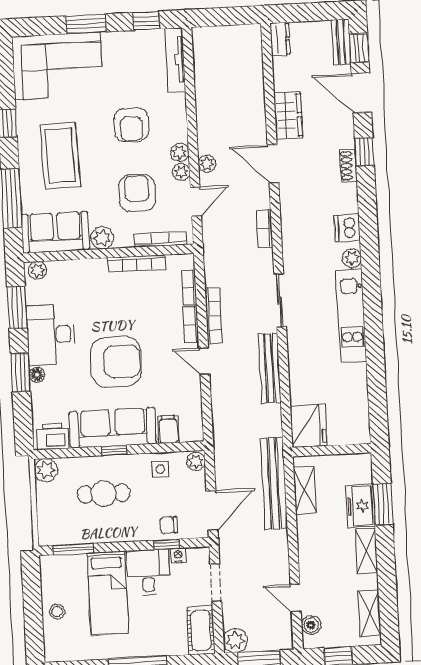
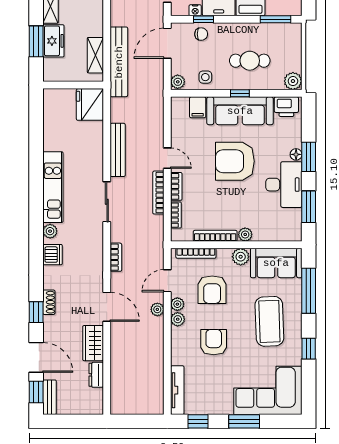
dresser: (280, 39) -> (96, 375), moved
plant: (37, 270) -> (245, 234), moved

